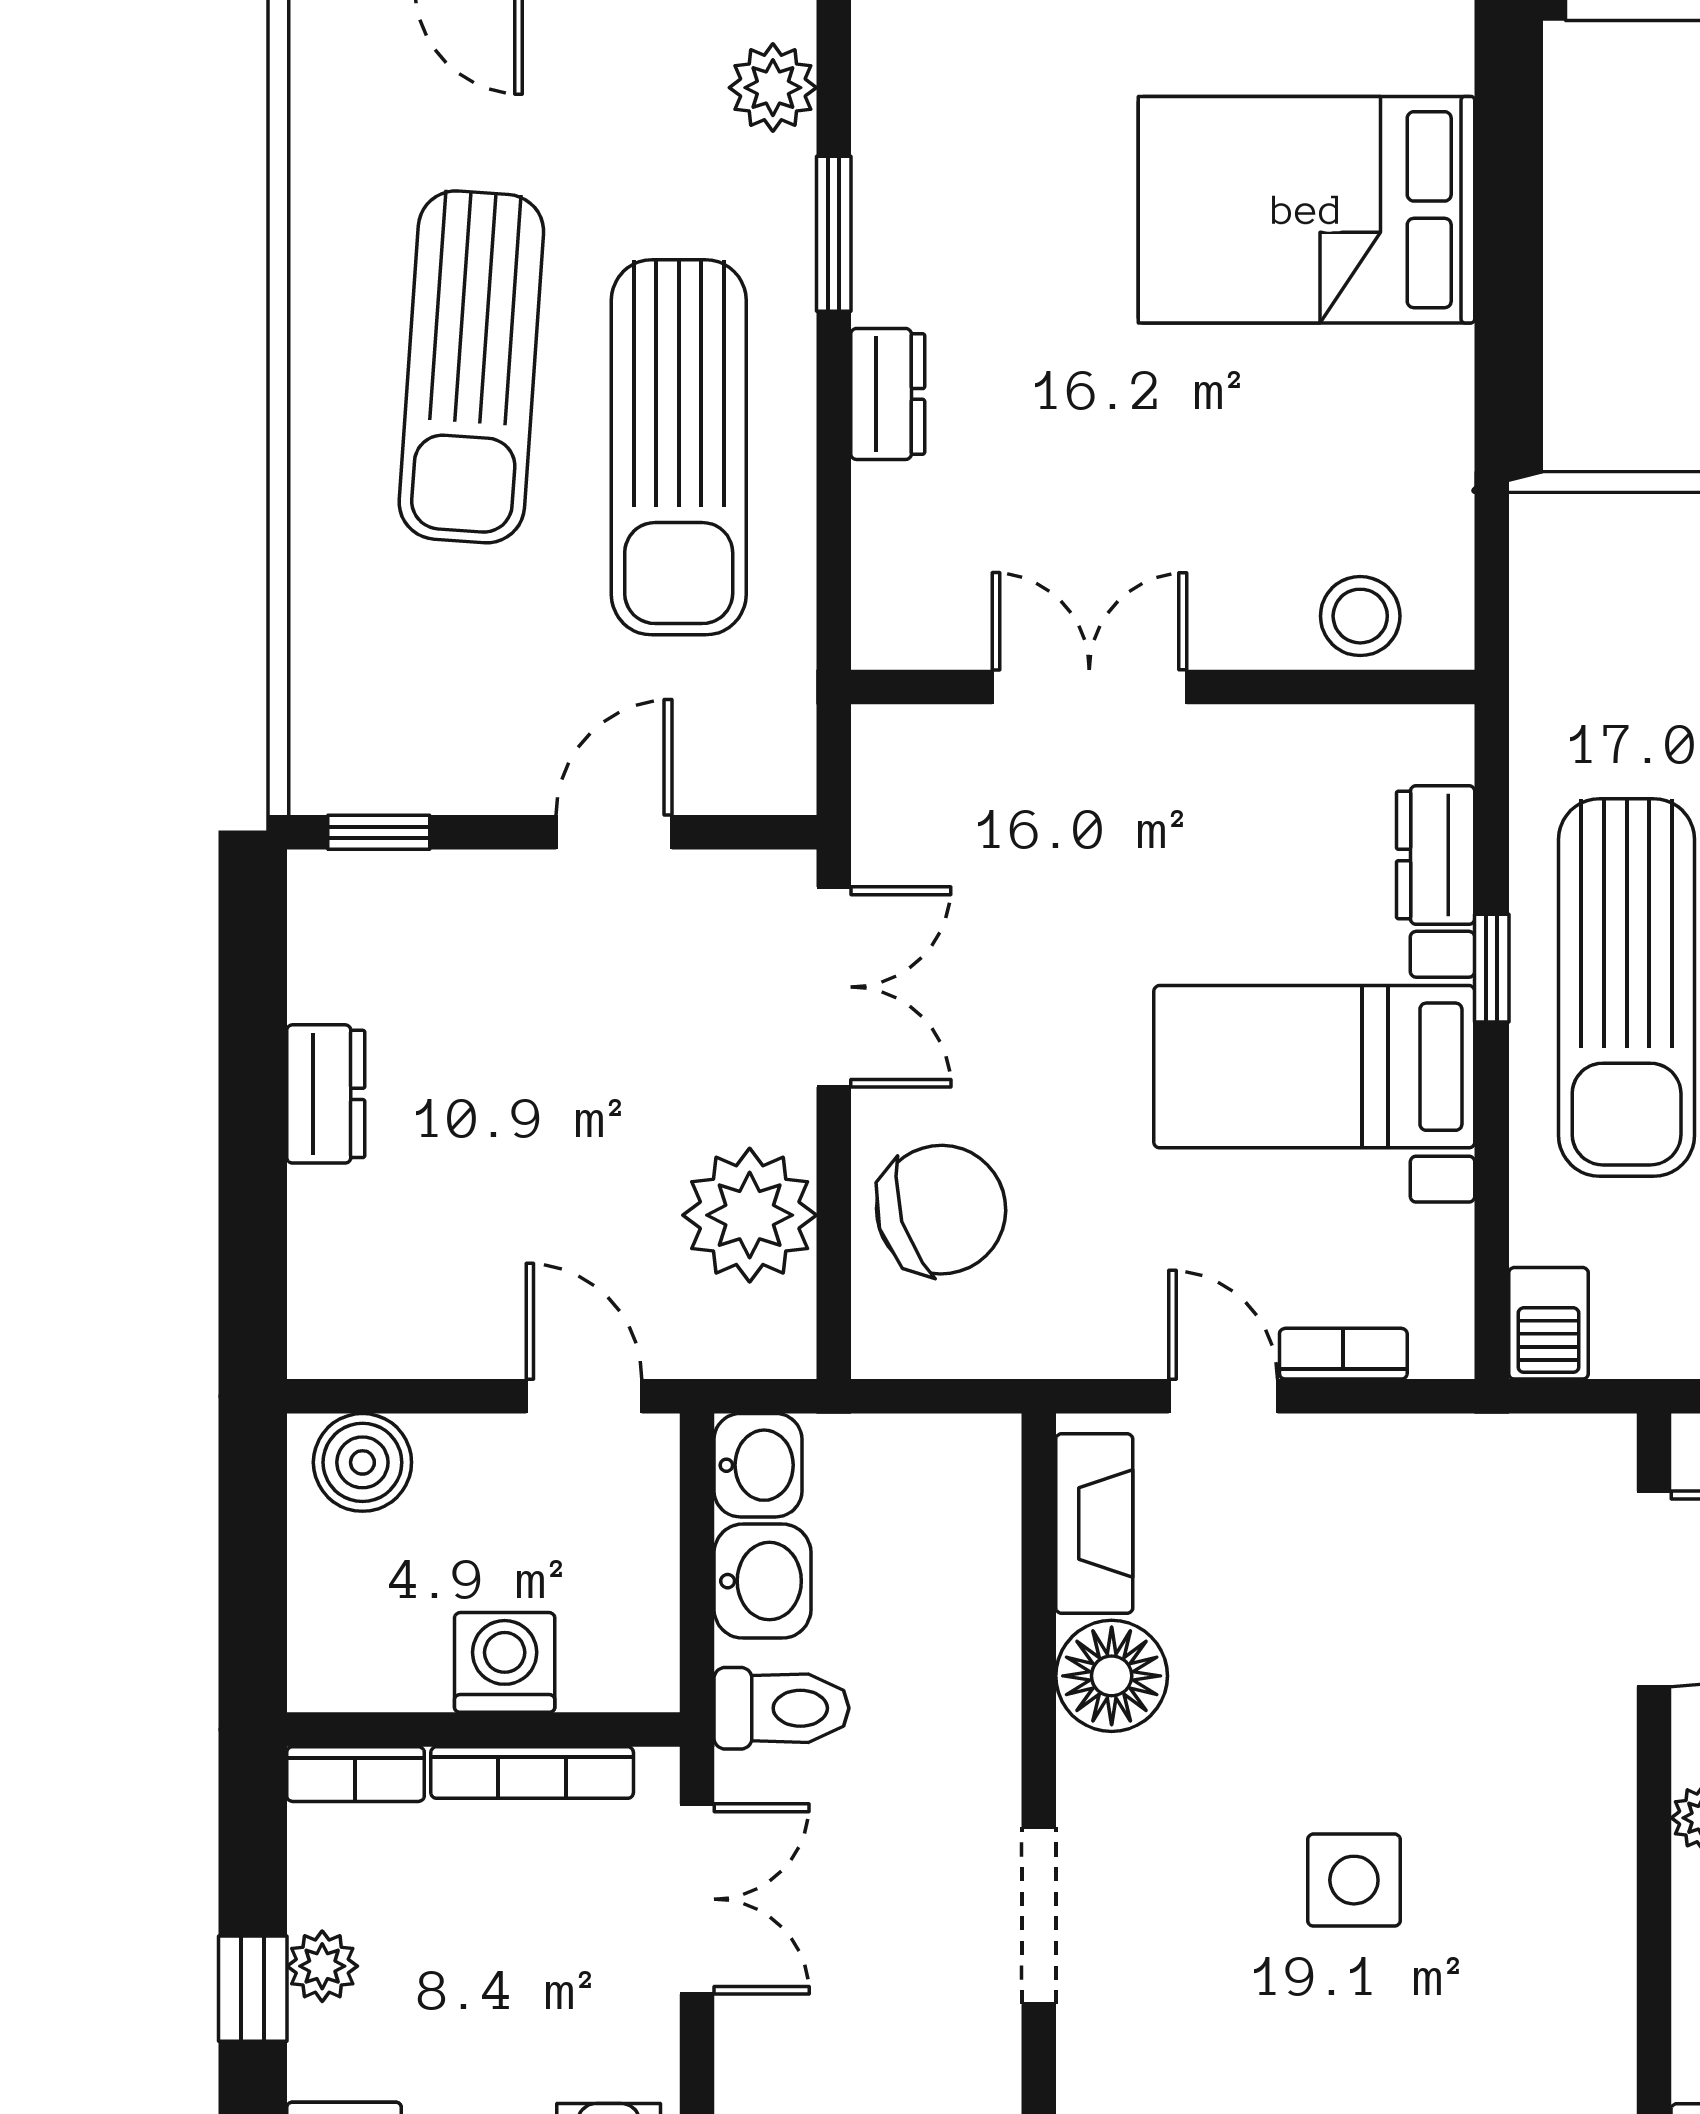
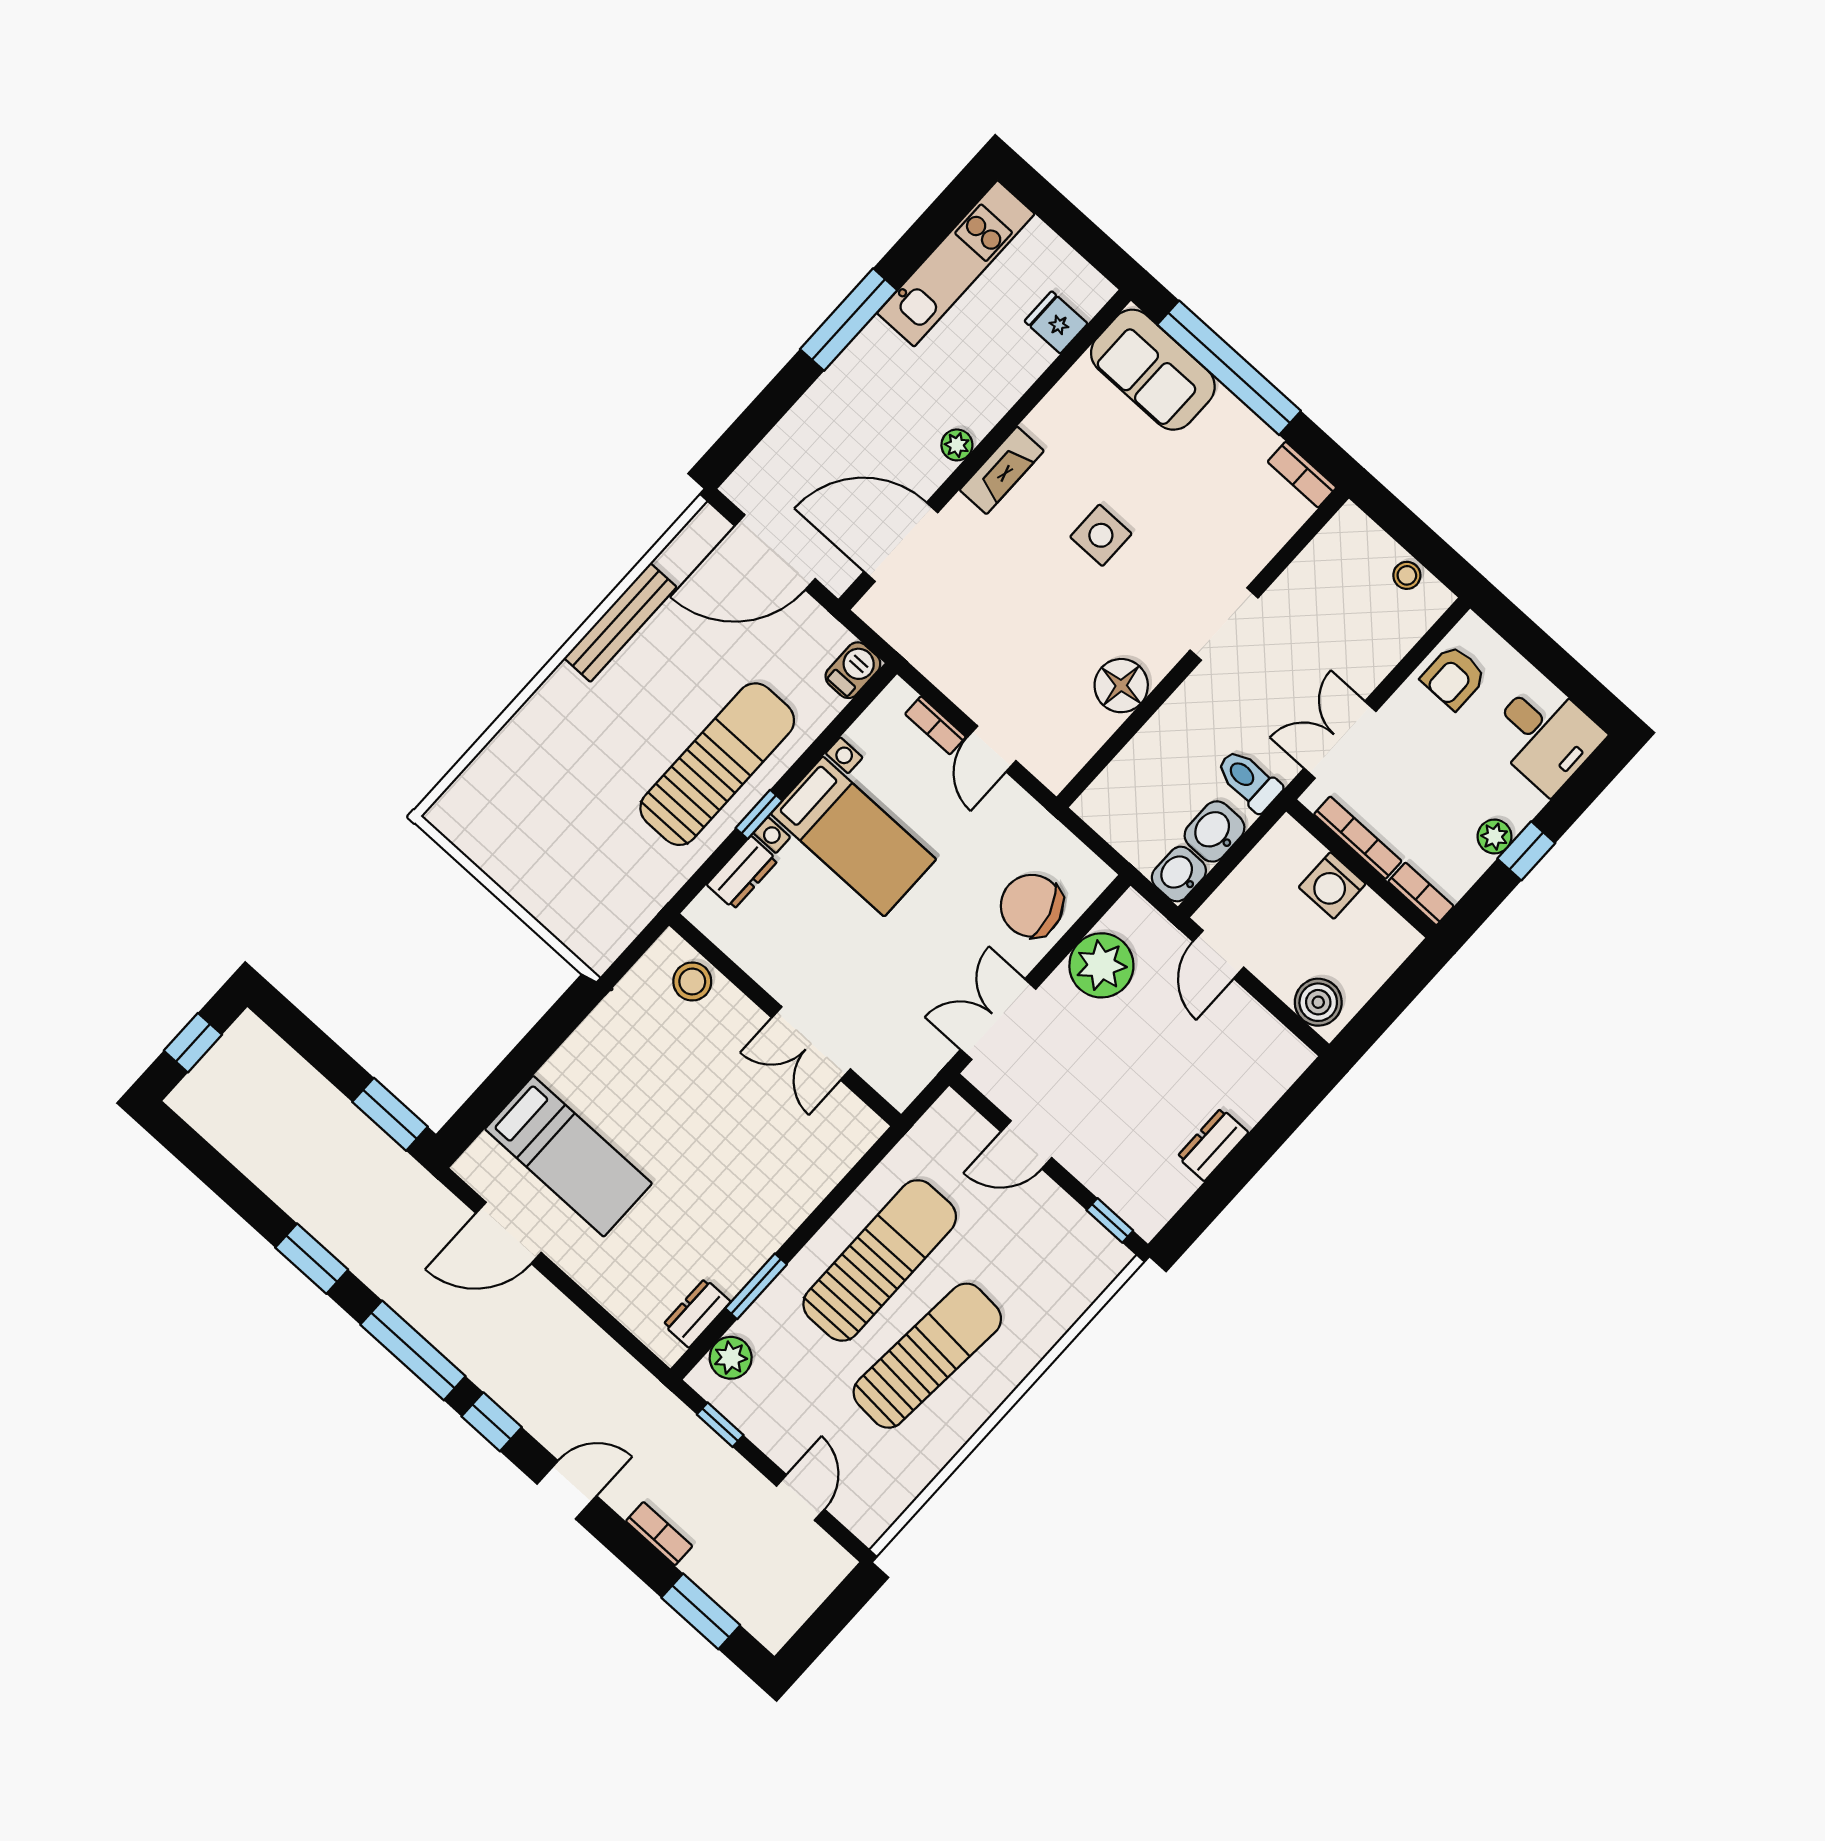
bed: (1307, 210) -> (568, 1156), width x0.67
dresser: (888, 394) -> (697, 1313), moved
fireplace: (1094, 1524) -> (1002, 470), moved, turned 180

